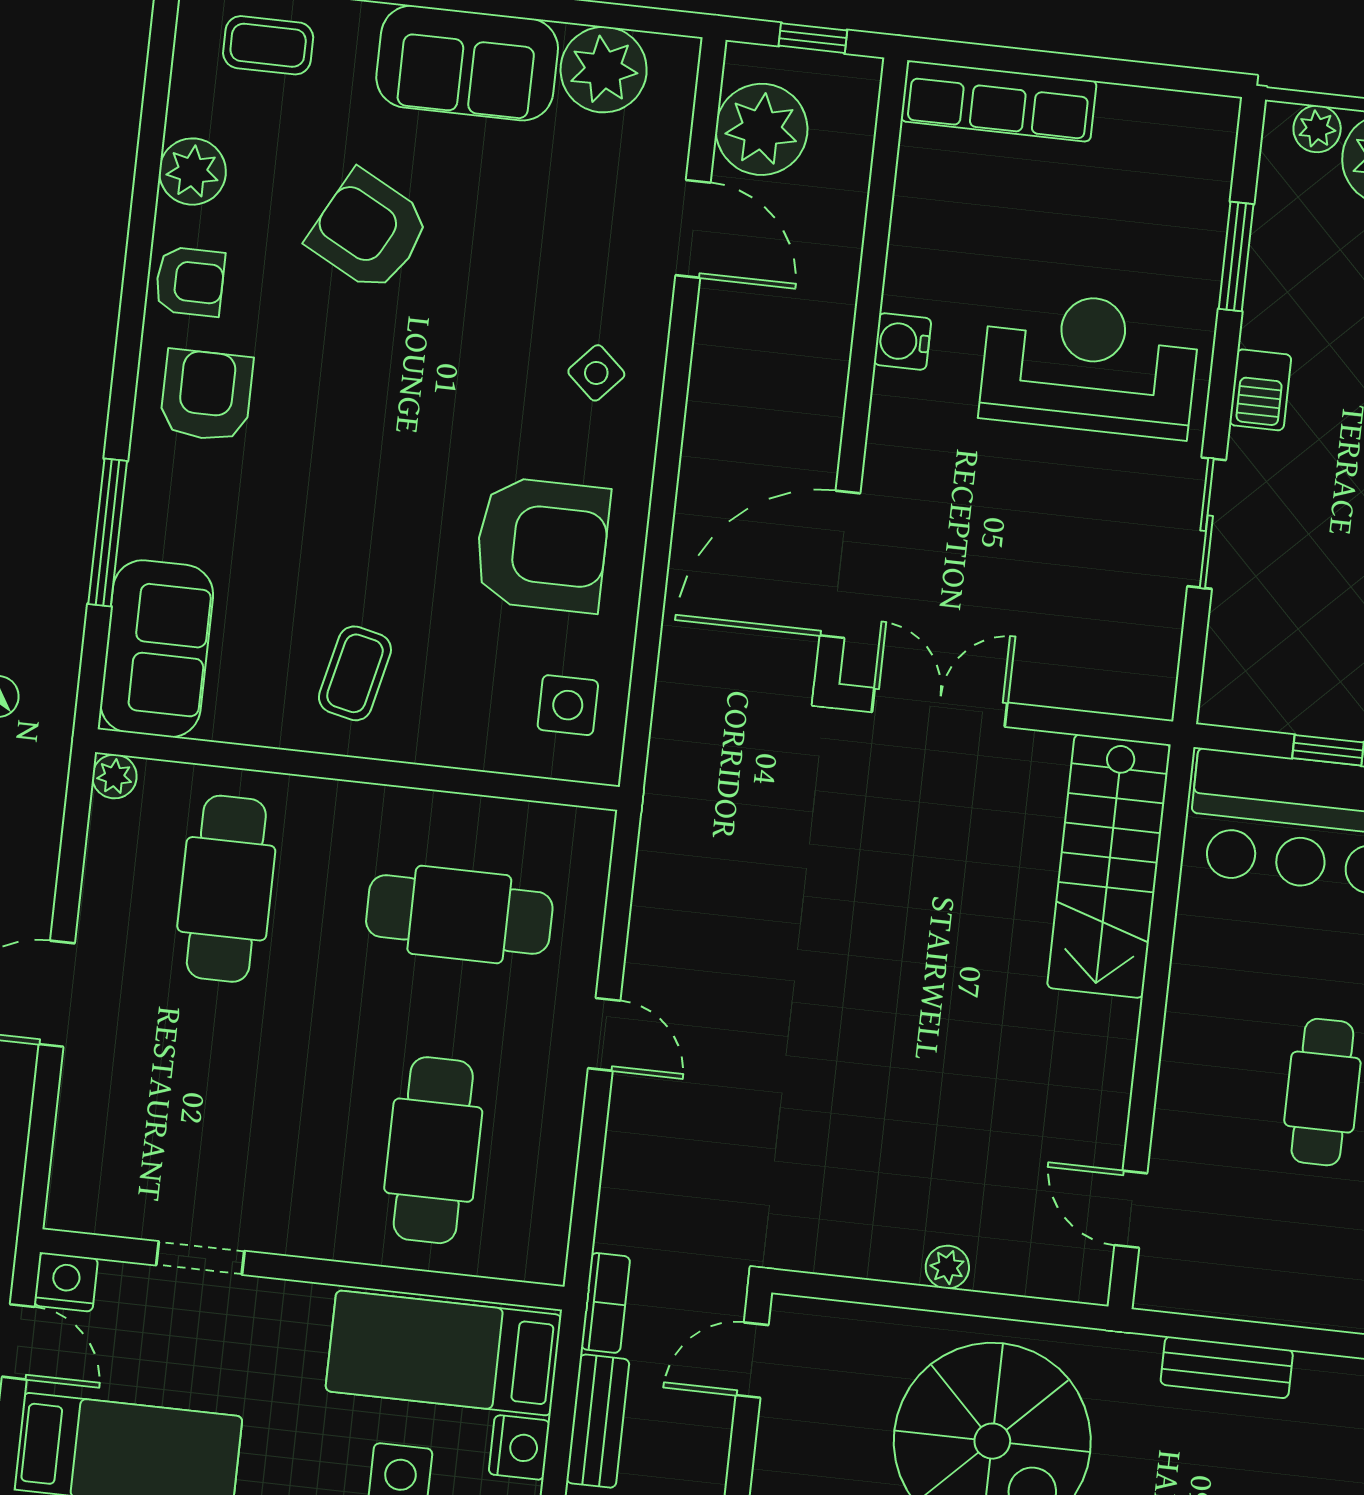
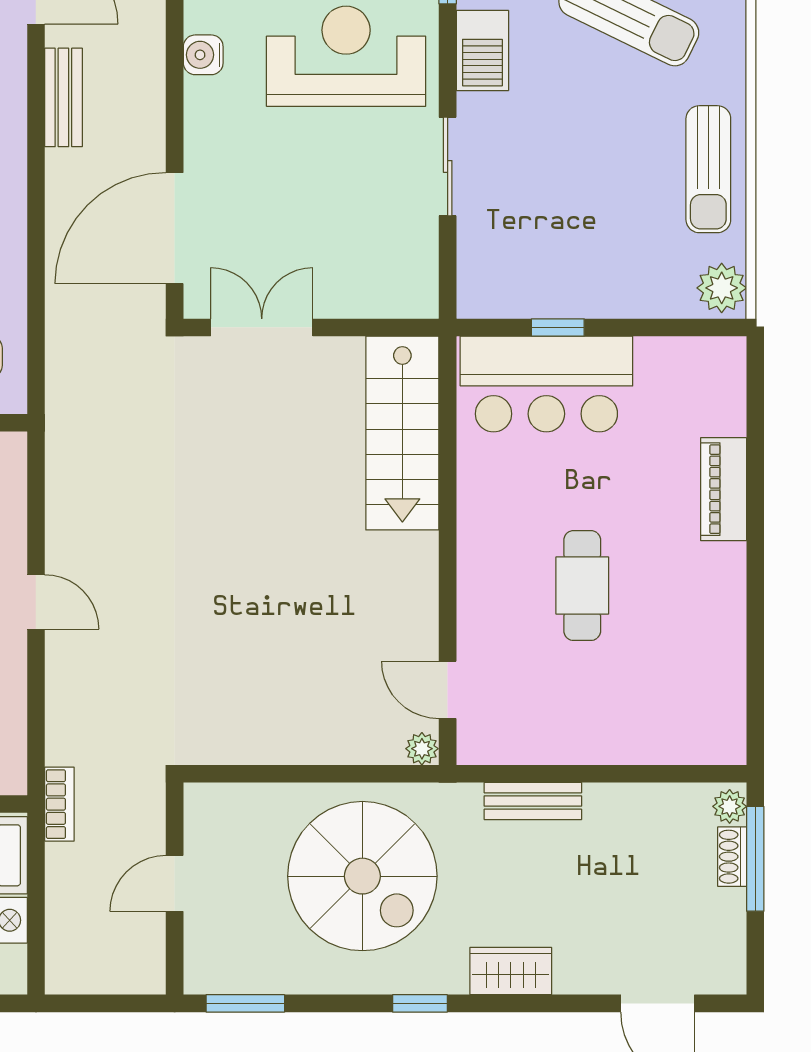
barbecue: (1260, 390) -> (482, 51), width x1.38, depth x1.27
plant: (947, 1267) -> (422, 749), moved
door: (752, 1360) -> (175, 883), moved
bench: (598, 1421) -> (63, 97), moved

